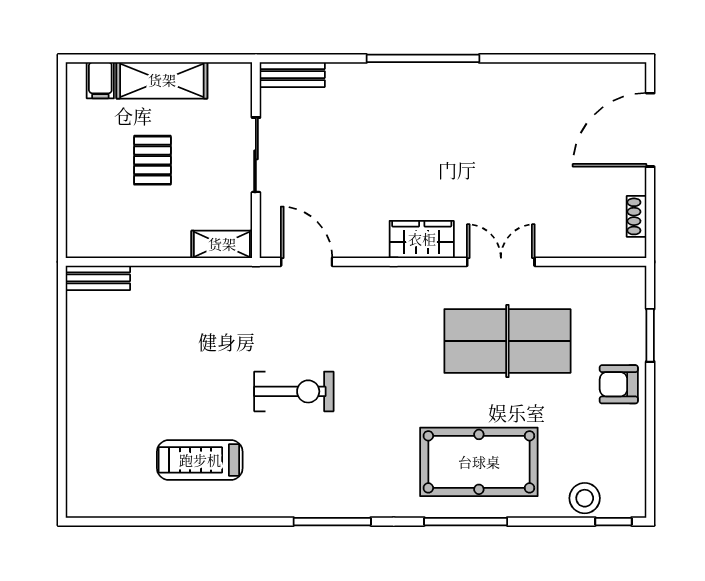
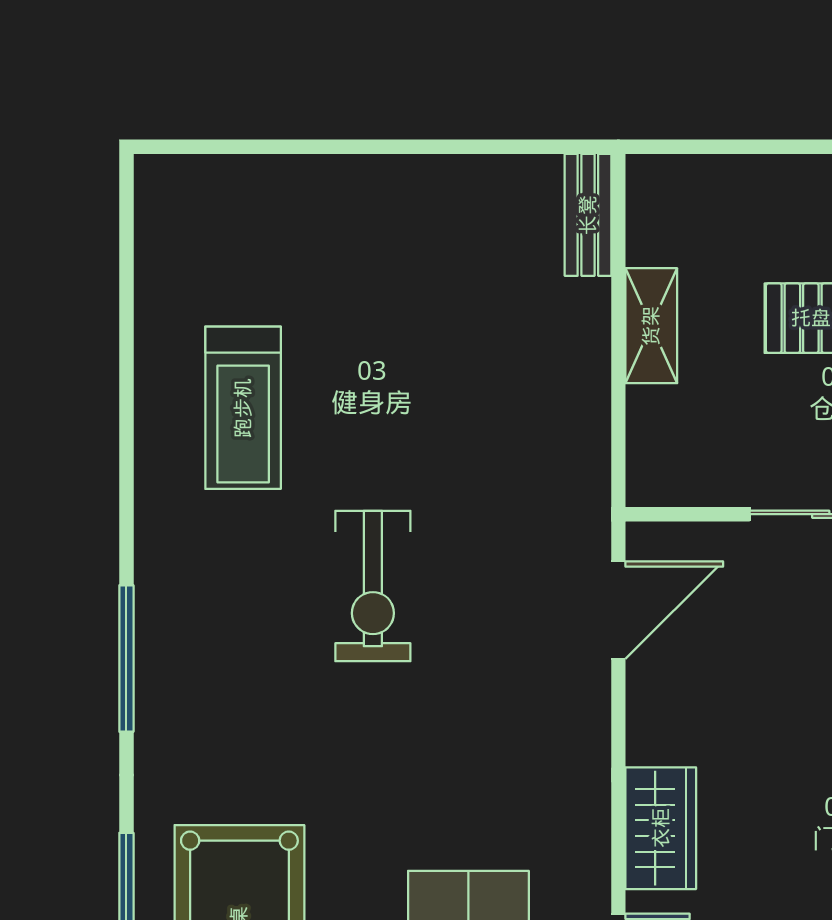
shelving: (222, 244) -> (651, 326), moved
treadmill: (200, 460) -> (243, 408), turned 180

